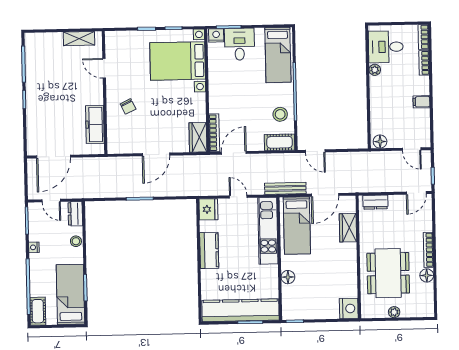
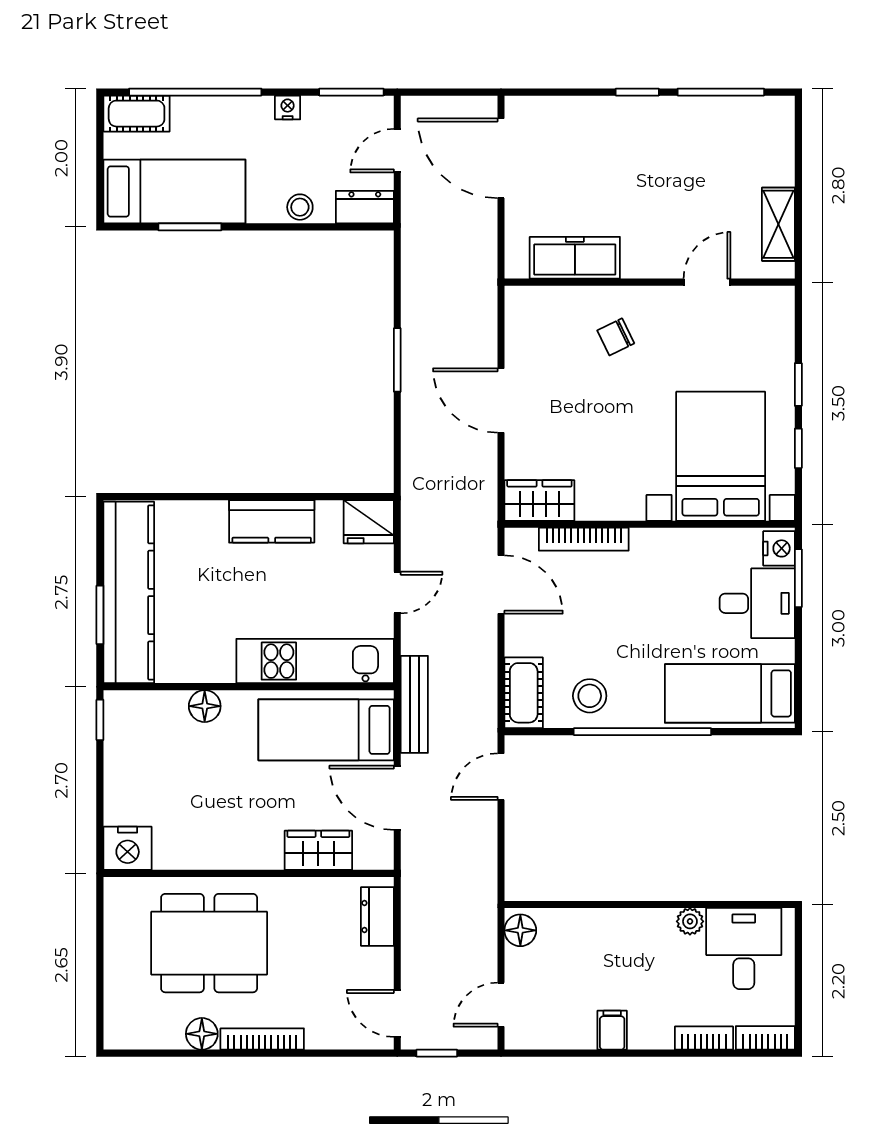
bookcase: (214, 133) -> (584, 539), moved
plant: (394, 312) -> (117, 955), removed

